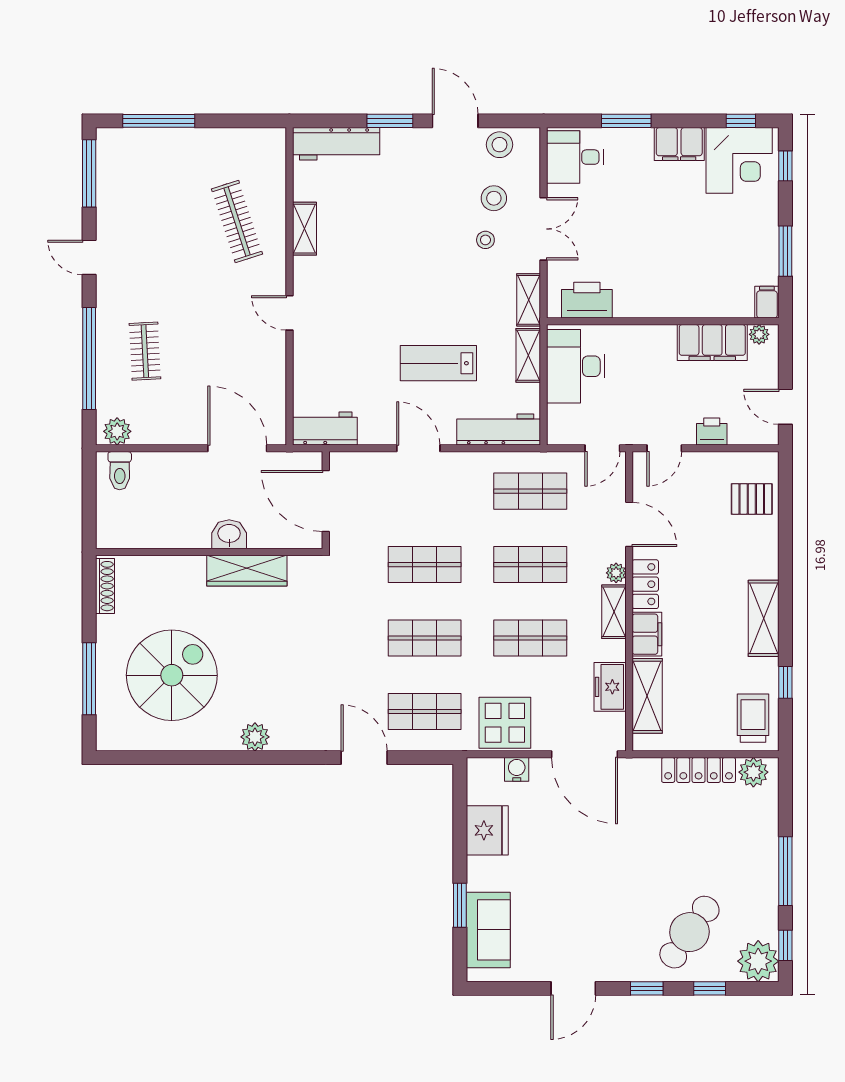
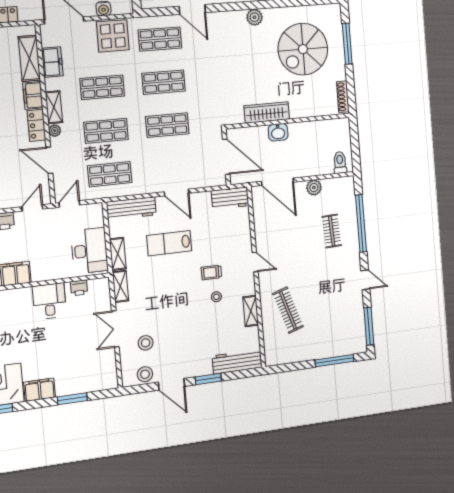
desk: (575, 157) -> (49, 301), moved, turned -90
stool: (485, 240) -> (216, 297), moved
printer: (587, 300) -> (79, 288), width x0.53, depth x0.68
trolley: (369, 304) -> (211, 272), added
lab bench: (438, 363) -> (169, 243), turned 180
plant: (117, 431) -> (314, 188), moved

